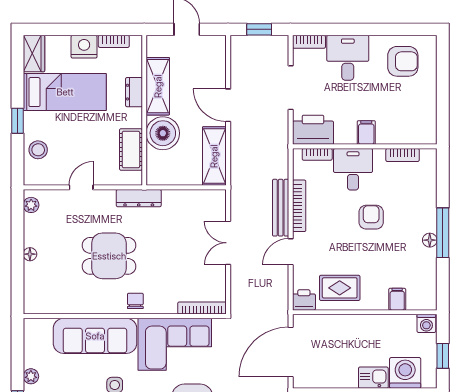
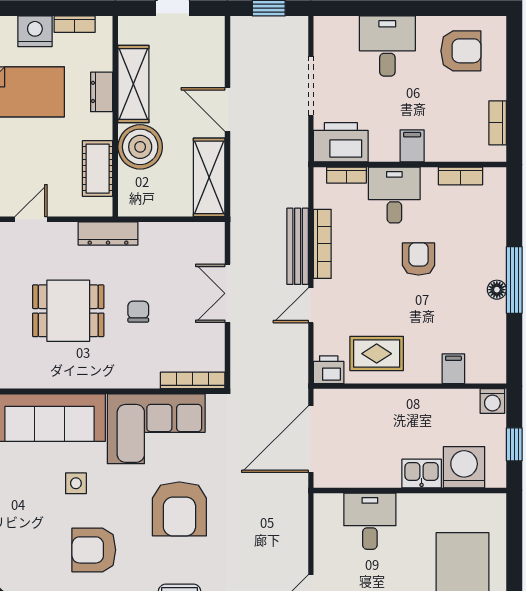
bookcase: (309, 42) -> (498, 123), moved, turned 90
chair: (135, 301) -> (138, 312), moved

